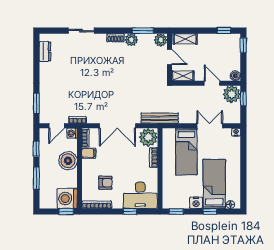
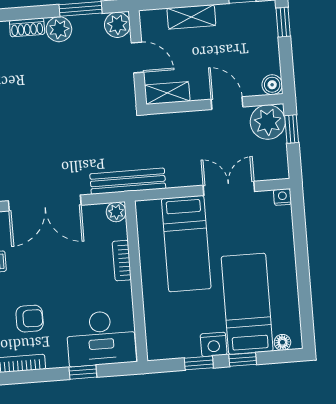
shelving: (185, 39) -> (191, 17), moved
plant: (148, 137) -> (116, 212), width x0.53, depth x0.53
window: (176, 211) -> (199, 363), moved

